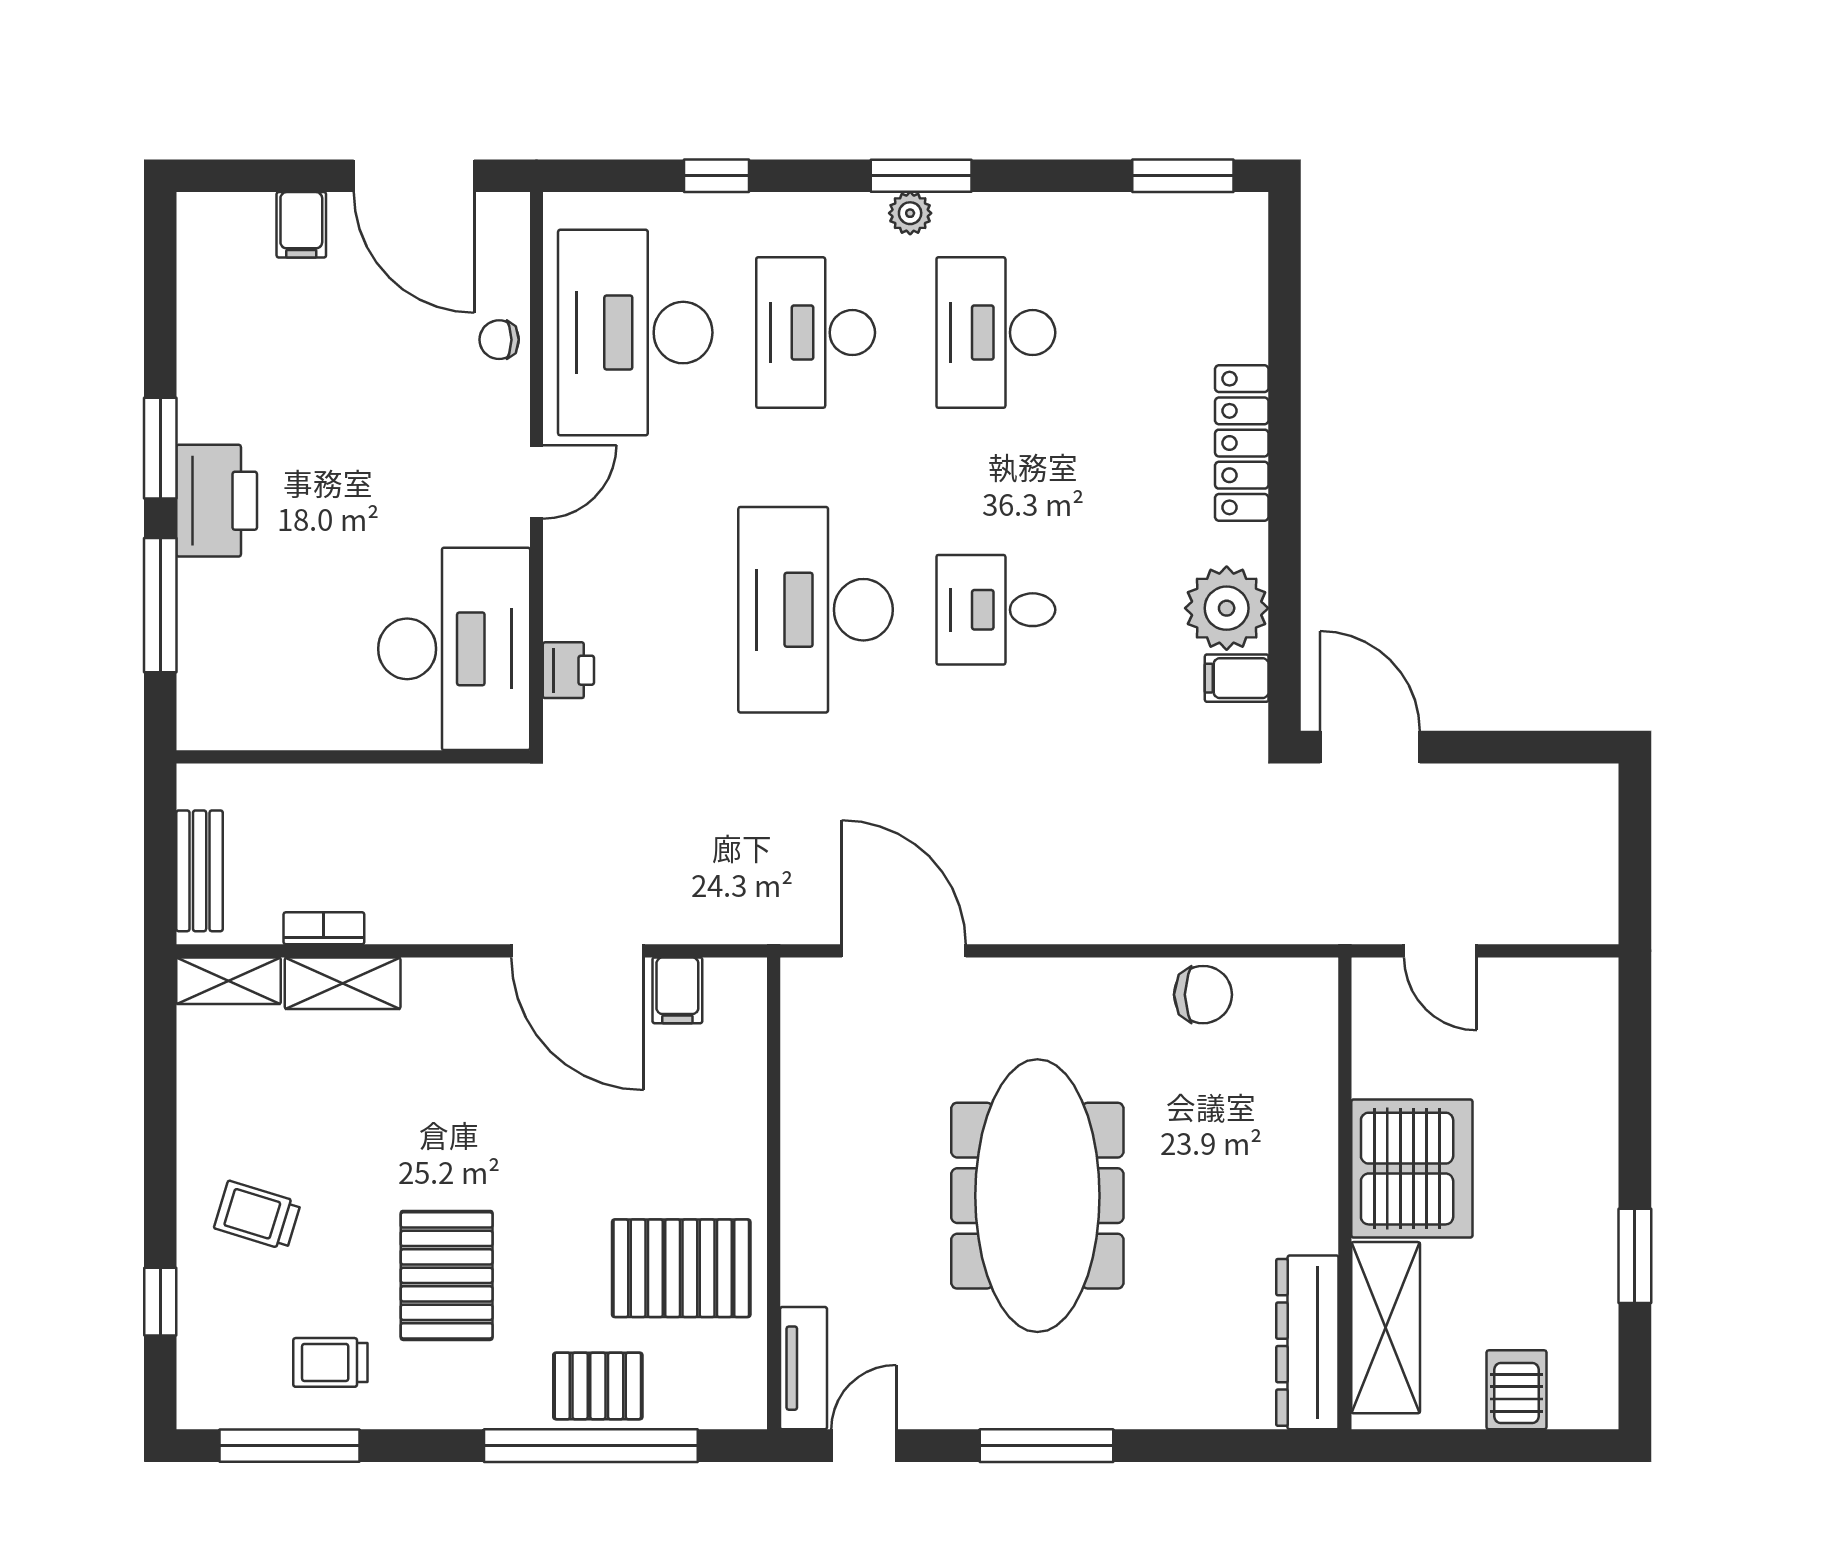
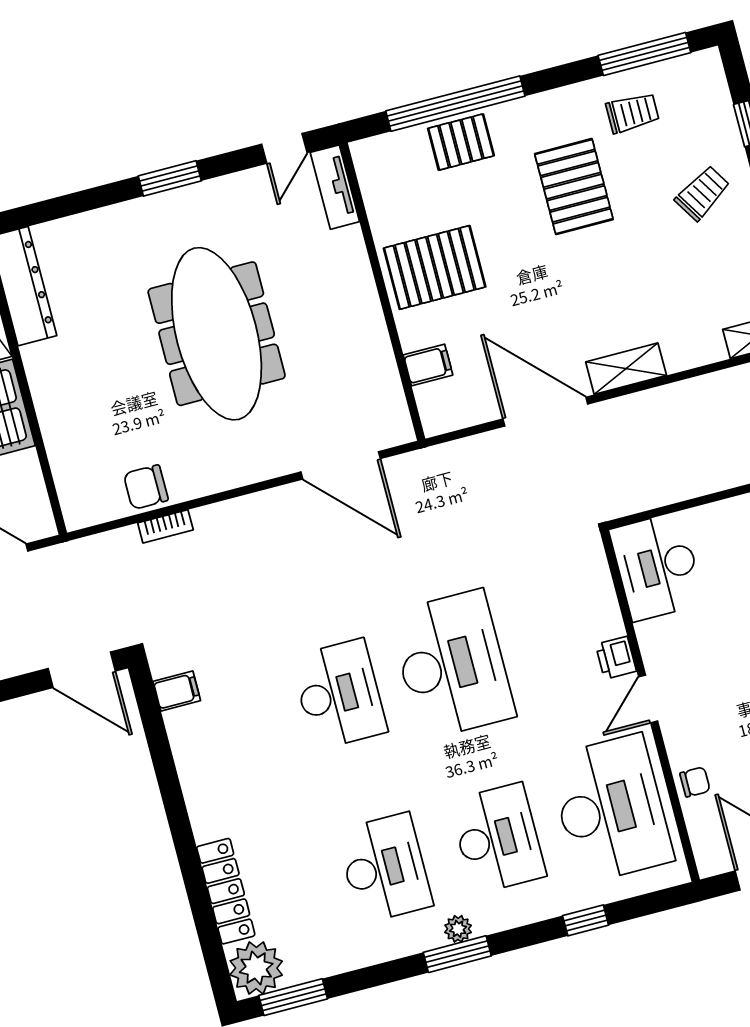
locker: (1242, 443) -> (226, 891), moved
plant: (1227, 608) -> (256, 968), moved
desk: (996, 610) -> (339, 694), width x1.37
desk: (454, 649) -> (657, 567), width x0.73, depth x0.77
printer: (568, 670) -> (616, 658), moved
bookcase: (324, 928) -> (165, 526), moved
shelving: (343, 983) -> (626, 369), moved
filing cabinet: (677, 990) -> (428, 365), moved, turned 90
trolley: (257, 1215) -> (702, 193), turned -49
pallet: (681, 1268) -> (435, 267), moved
window: (1046, 1446) -> (170, 178), width x0.69

